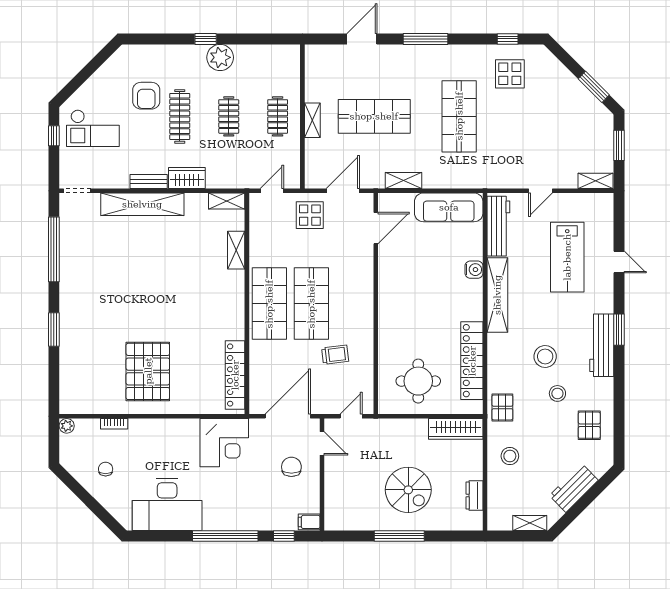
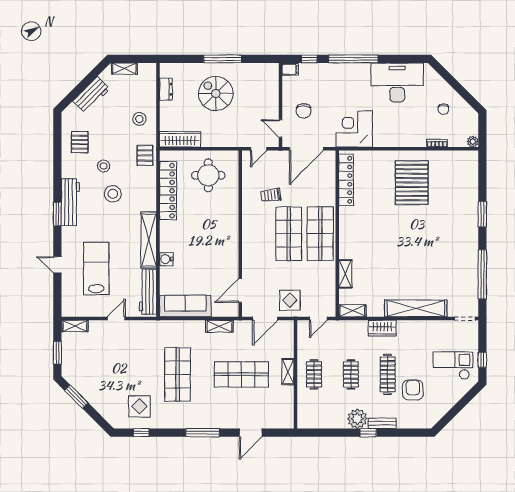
bench: (149, 182) -> (382, 423), moved

